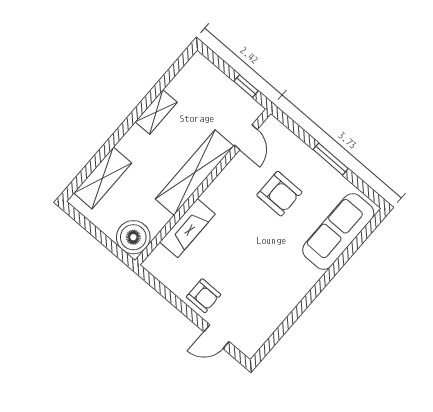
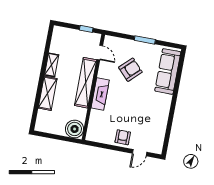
shelving: (103, 178) -> (48, 93), moved
armchair: (279, 194) -> (130, 70), turned -44
fireplace: (187, 228) -> (100, 94), moved
armchair: (204, 296) -> (123, 137), turned -90

